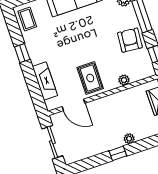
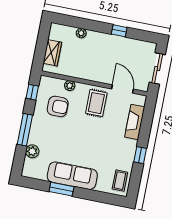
armchair: (130, 40) -> (58, 106), moved, turned -95
plant: (129, 139) -> (81, 33), moved
window: (118, 153) -> (119, 31), moved

